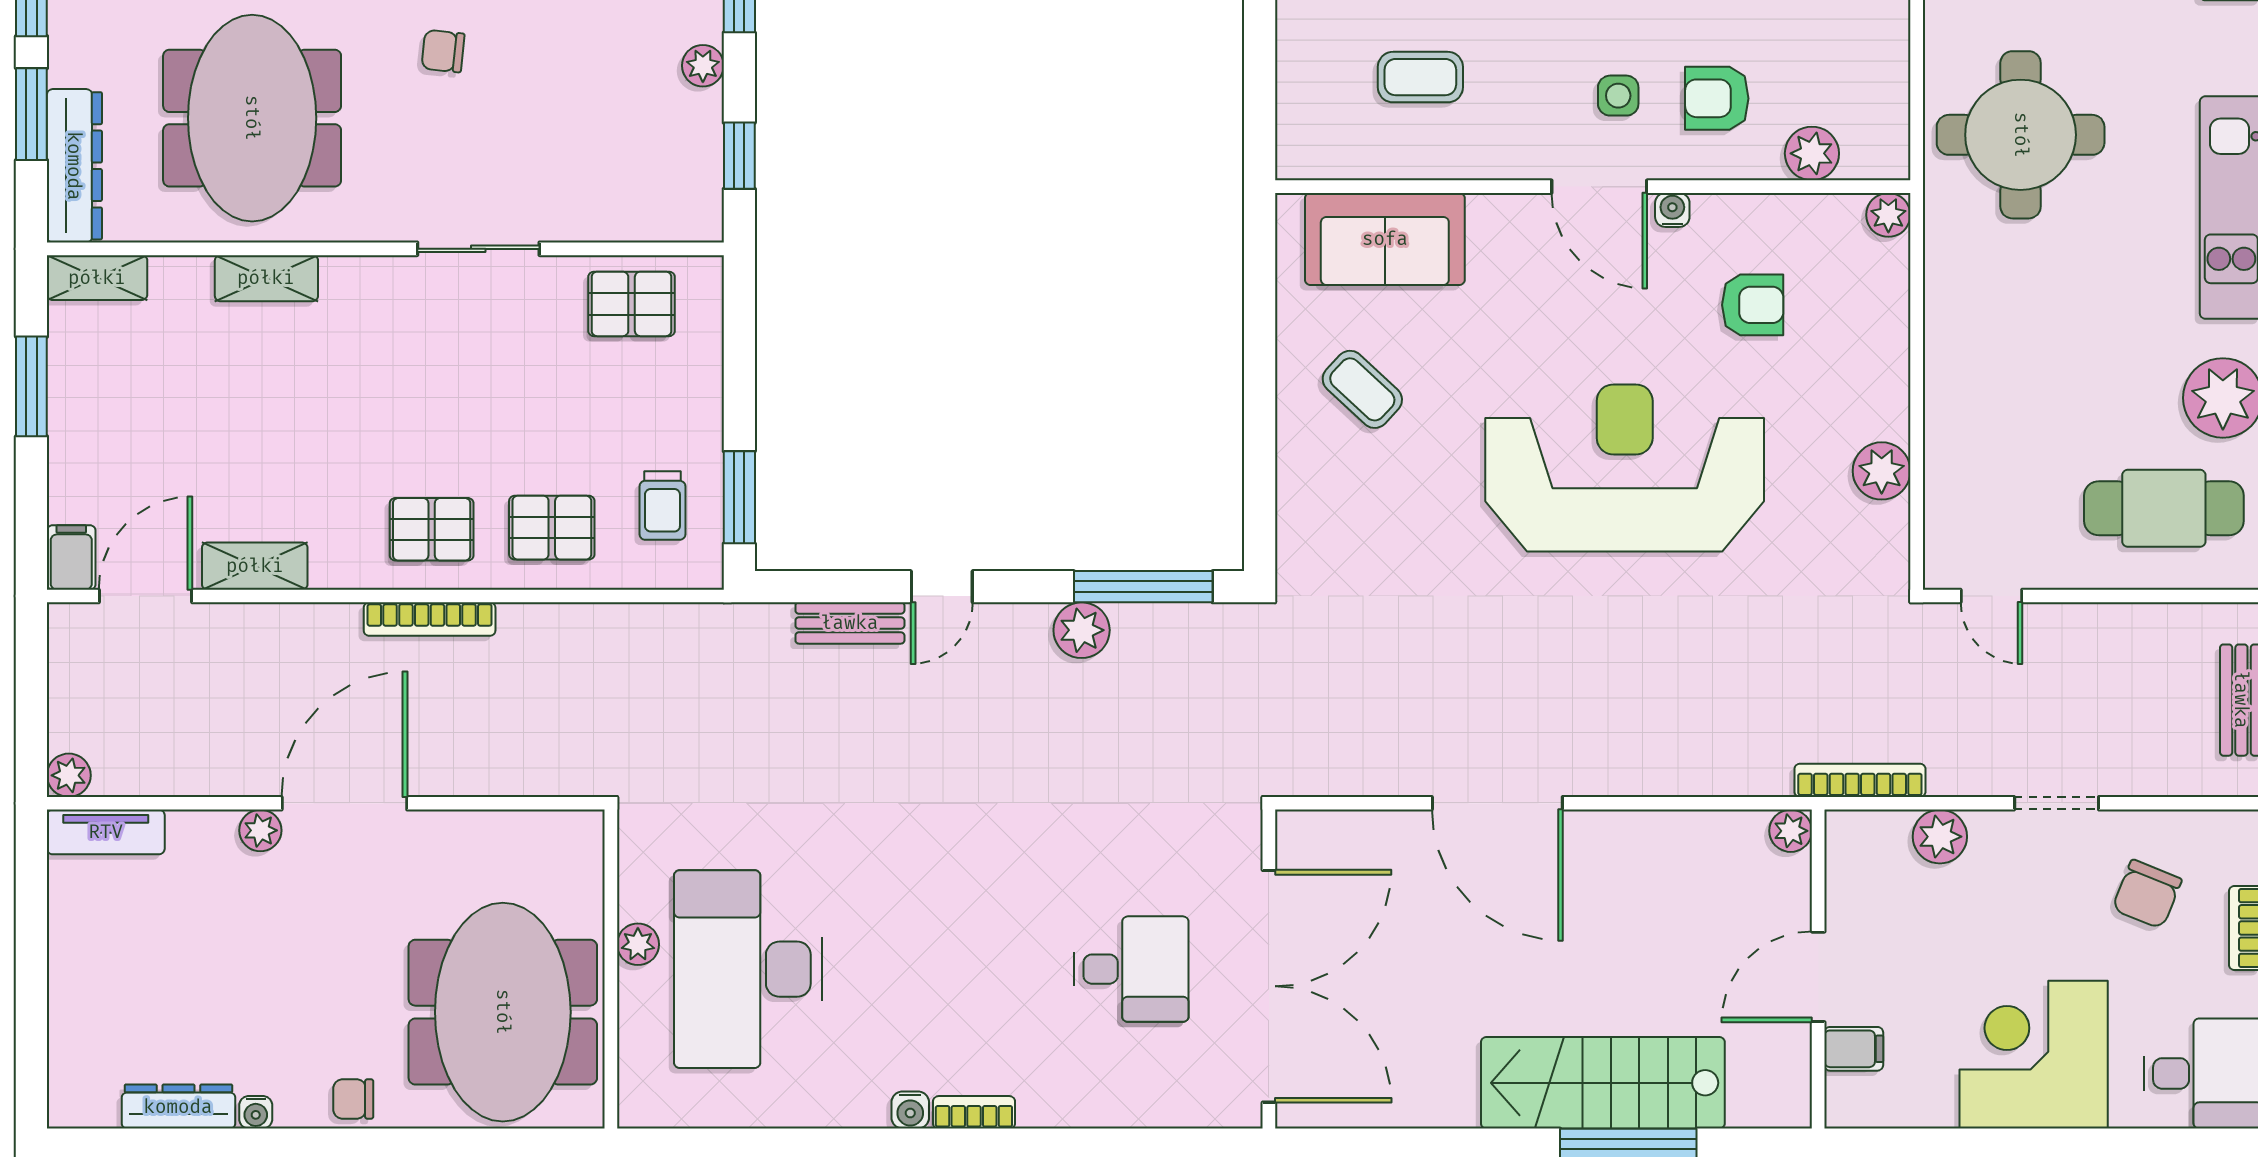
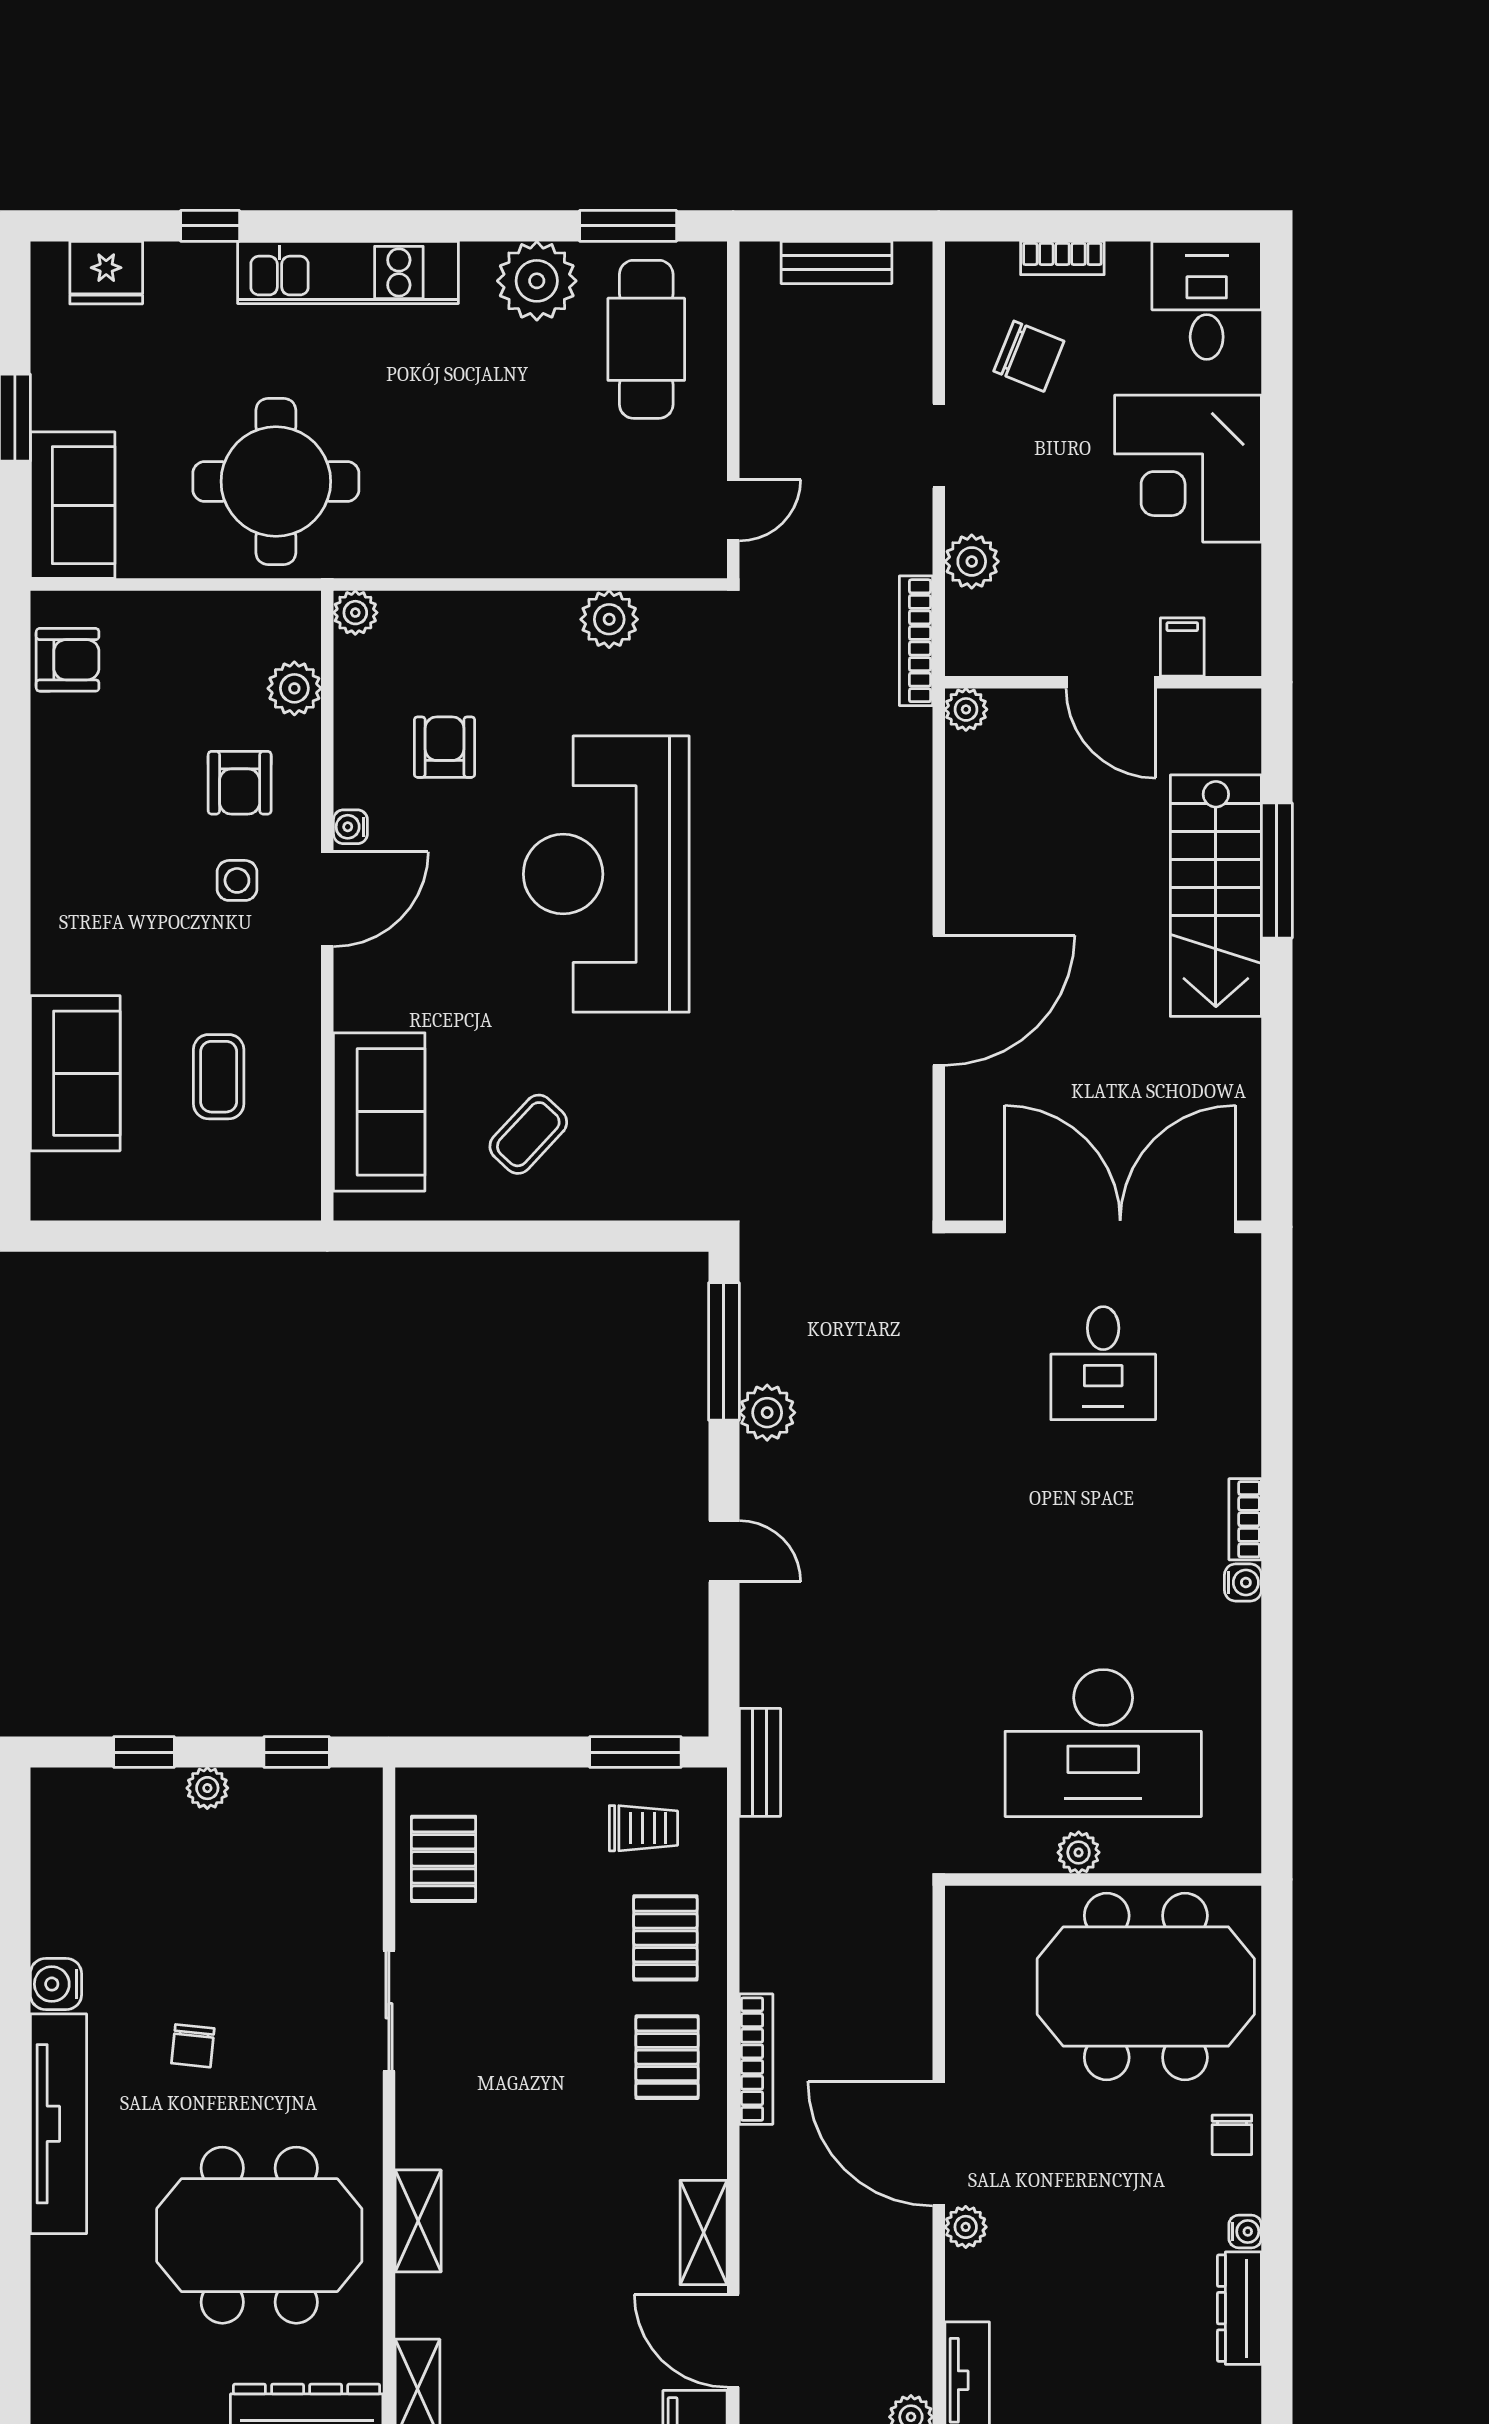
bench: (850, 623) -> (760, 1762), moved
desk: (1131, 969) -> (1103, 1363), turned 180

